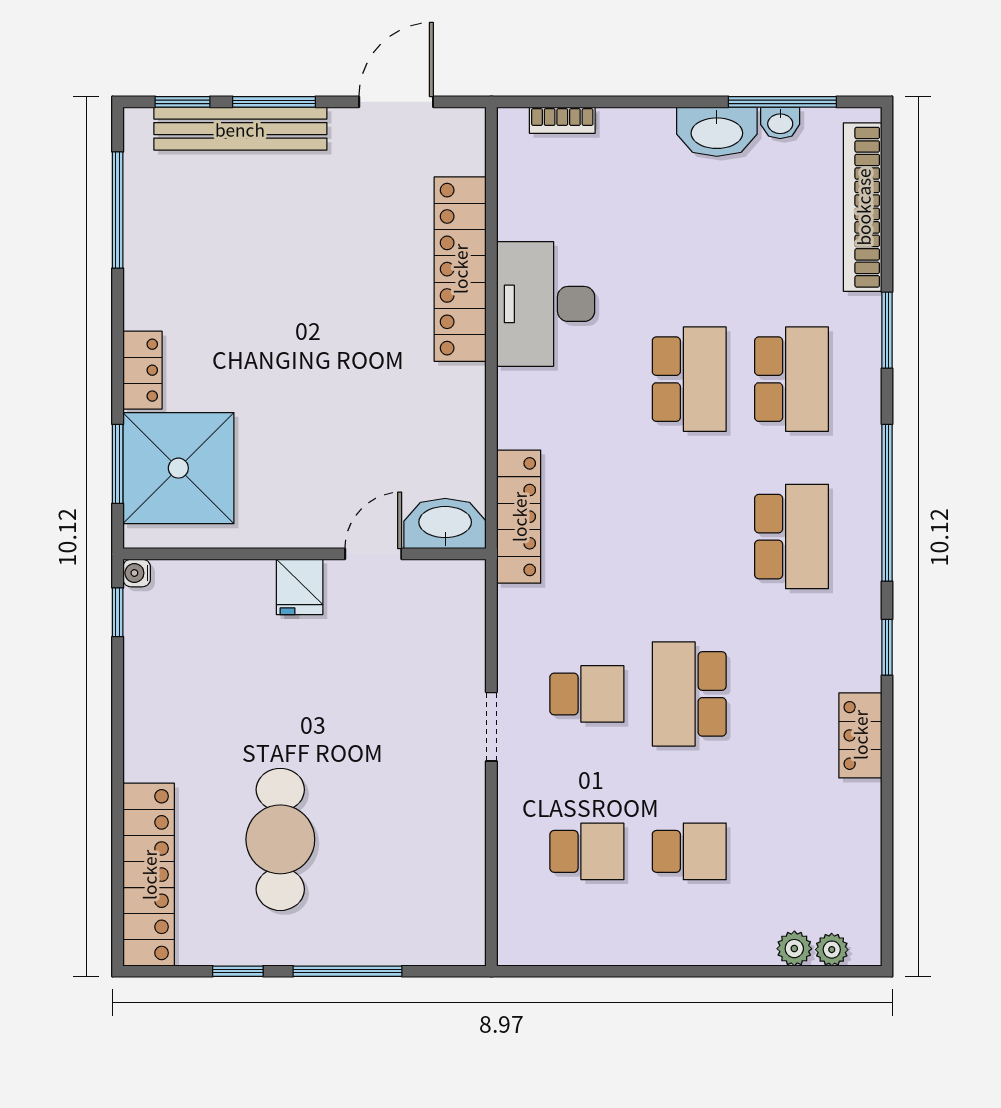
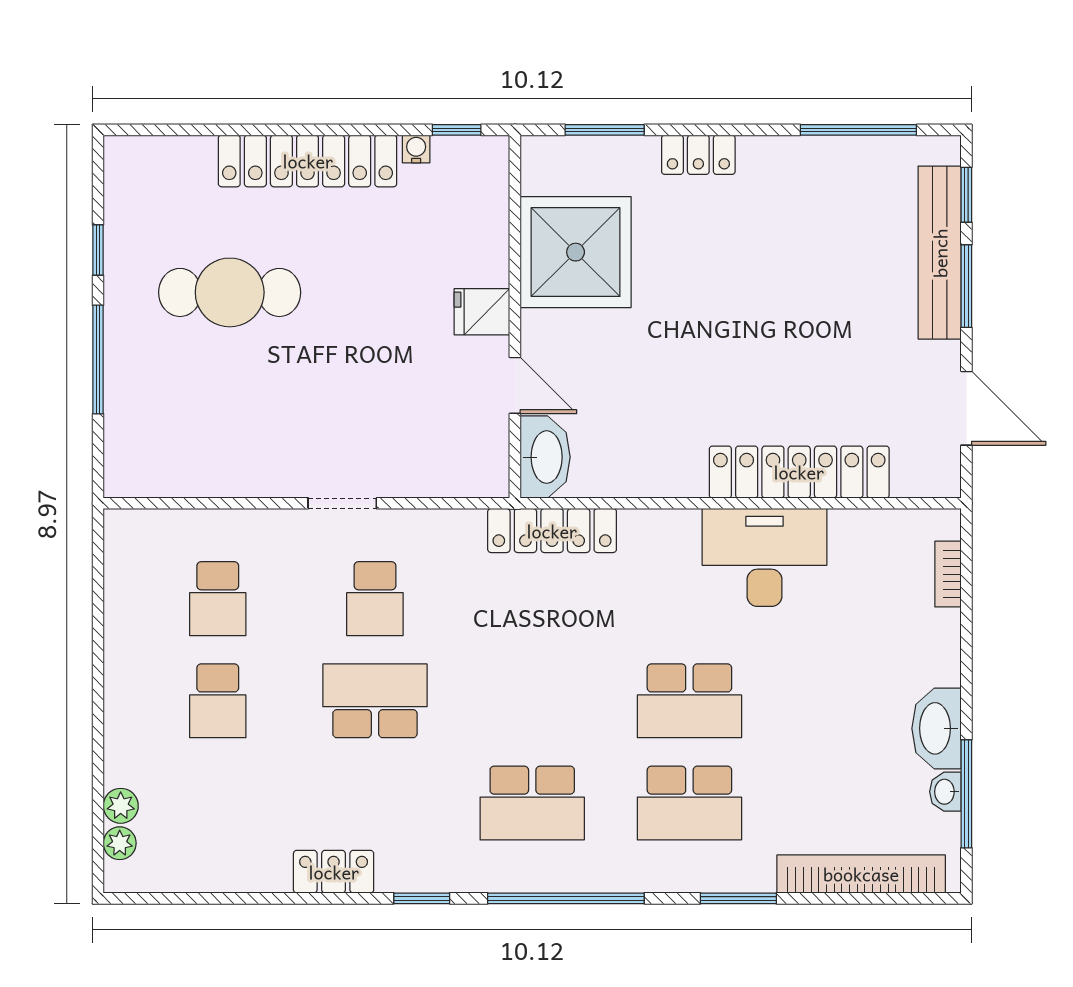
shower: (178, 468) -> (576, 252), moved
water cooler: (137, 573) -> (416, 149), moved
locker: (149, 875) -> (308, 161), moved

